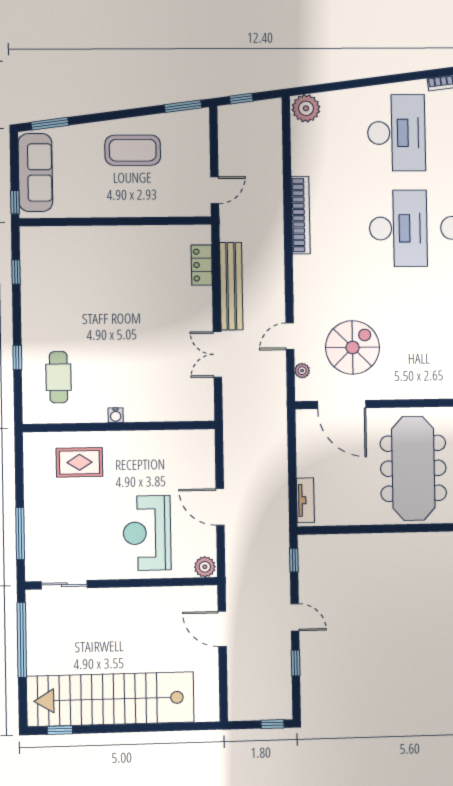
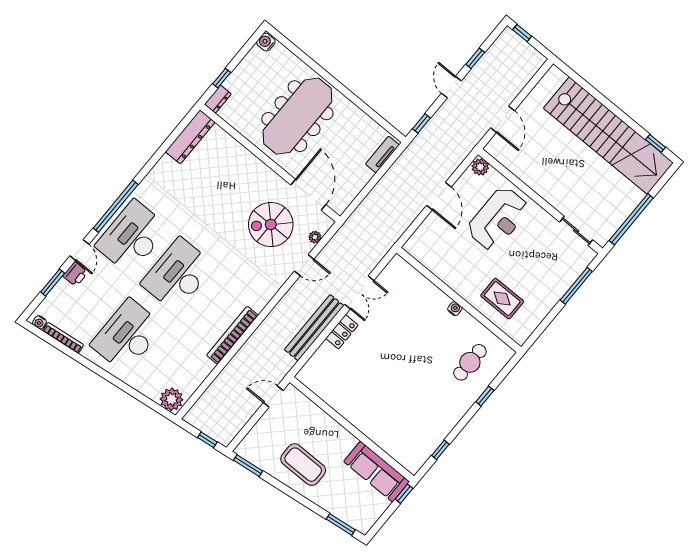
sofa: (35, 172) -> (377, 472), moved, turned -90
locker: (202, 265) -> (342, 332), moved

